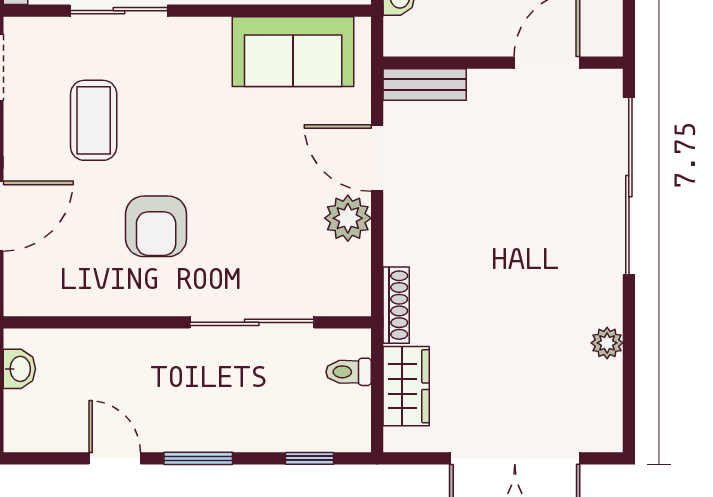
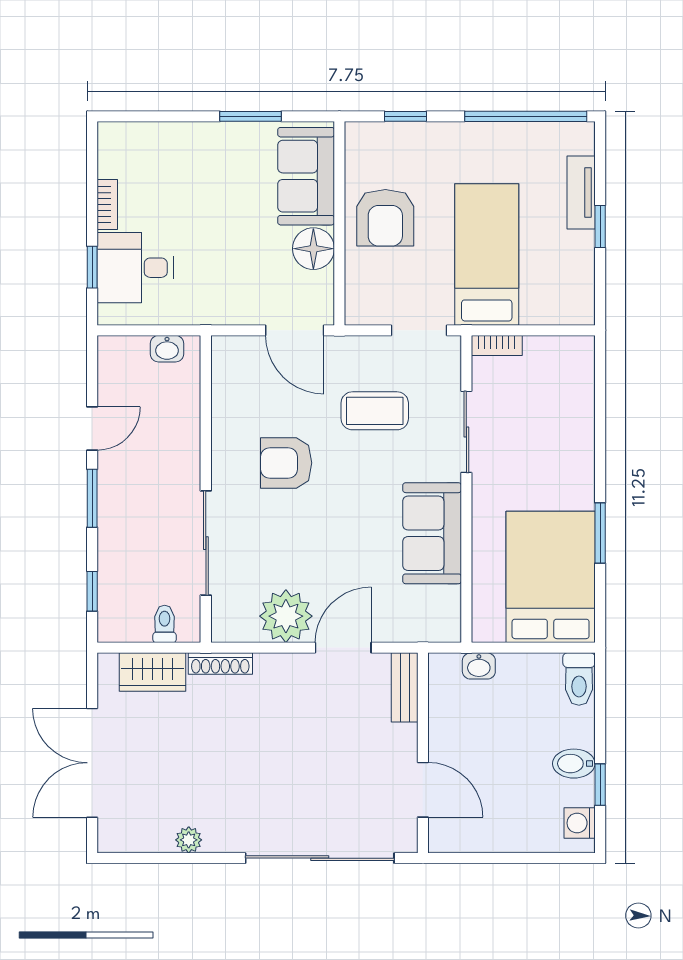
sofa: (293, 52) -> (432, 533), moved
plant: (348, 218) -> (286, 616), width x1.36, depth x1.36

